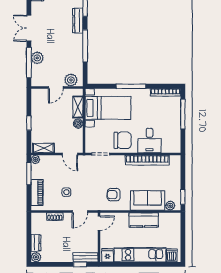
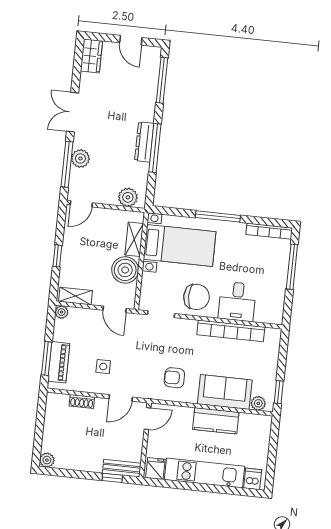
dresser: (78, 21) -> (144, 142), moved
door: (56, 87) -> (81, 204), moved
boiler: (78, 124) -> (125, 270), width x1.86, depth x1.86
window: (29, 174) -> (47, 359), moved
dresser: (36, 243) -> (49, 438), removed

